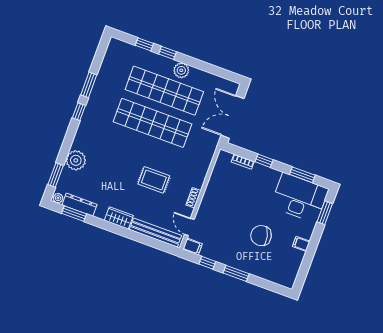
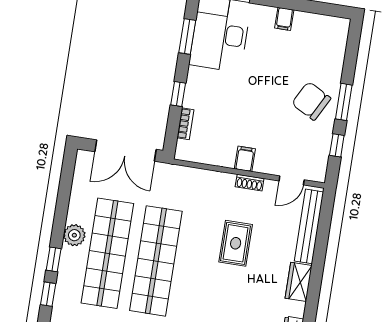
chair: (261, 236) -> (311, 101), moved, turned 131
filing cabinet: (193, 247) -> (245, 159), moved

